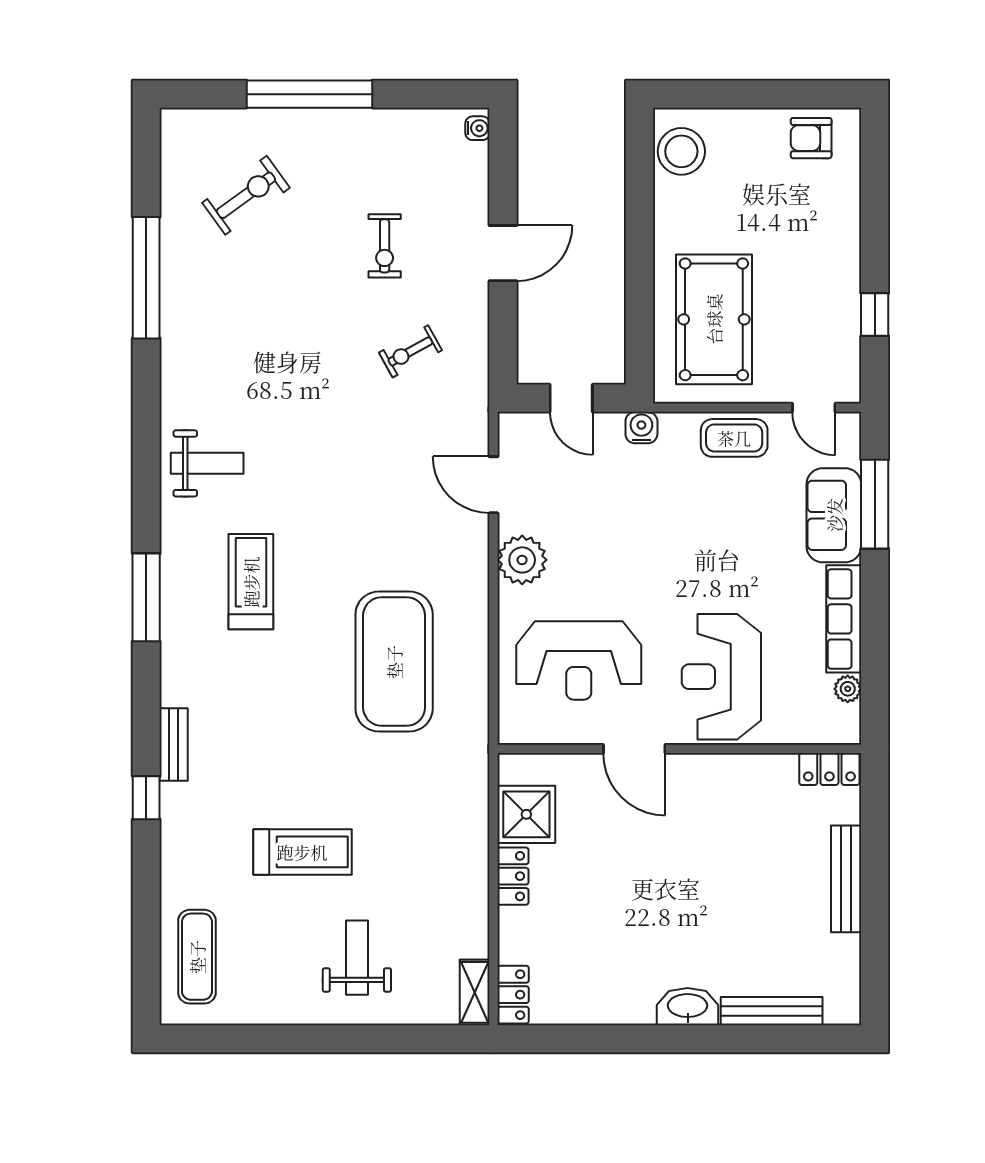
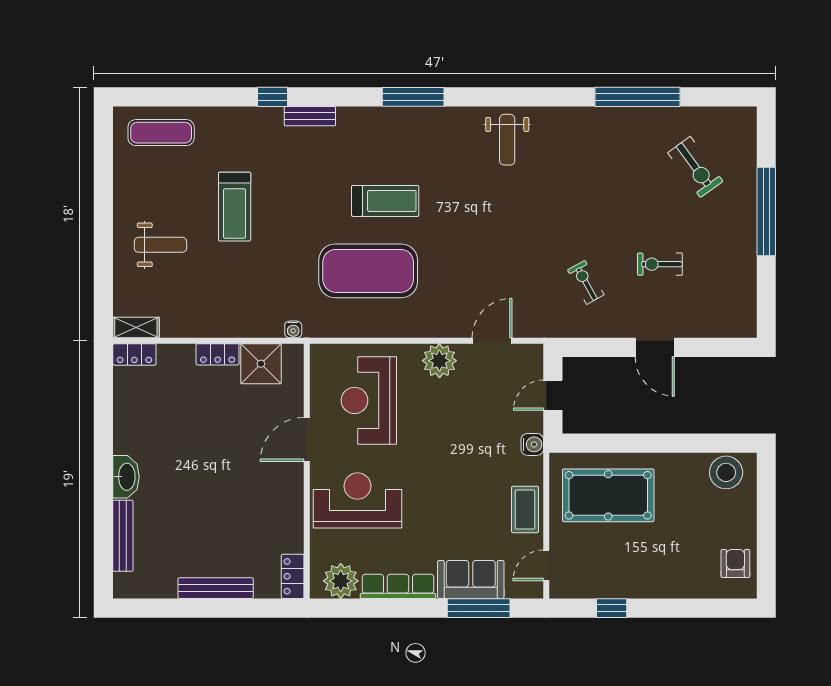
water cooler: (477, 128) -> (293, 329), moved
treadmill: (251, 582) -> (385, 201), moved
plant: (848, 689) -> (341, 581), width x1.87, depth x1.87

